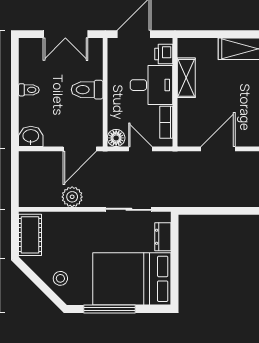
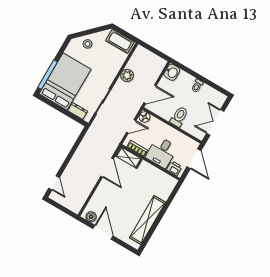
shelving: (186, 78) -> (129, 158), moved
door: (80, 149) -> (150, 94), swing flipped
window: (110, 309) -> (48, 75), moved

